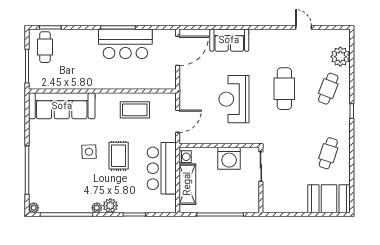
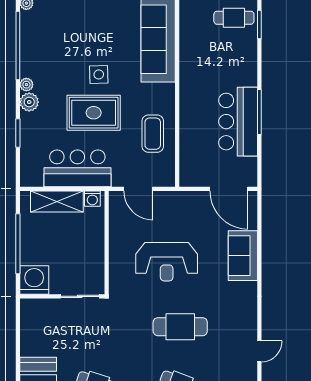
reception desk: (234, 99) -> (167, 262), turned 180
rug: (119, 156) -> (94, 113), width x1.36, depth x1.43
washing machine: (229, 158) -> (34, 280), moved, turned 90

